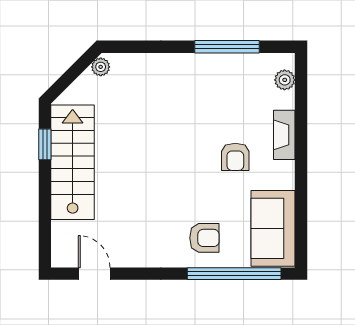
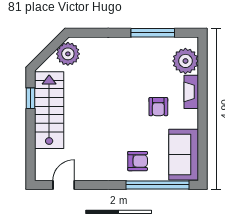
plant: (101, 67) -> (68, 54), width x1.88, depth x1.88
plant: (285, 80) -> (185, 61), width x1.88, depth x1.88
door: (94, 274) -> (64, 185), hinge flipped

